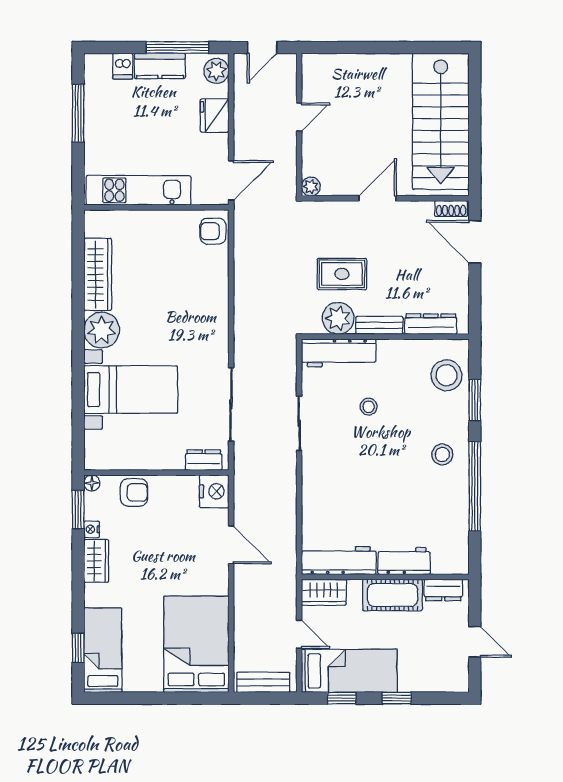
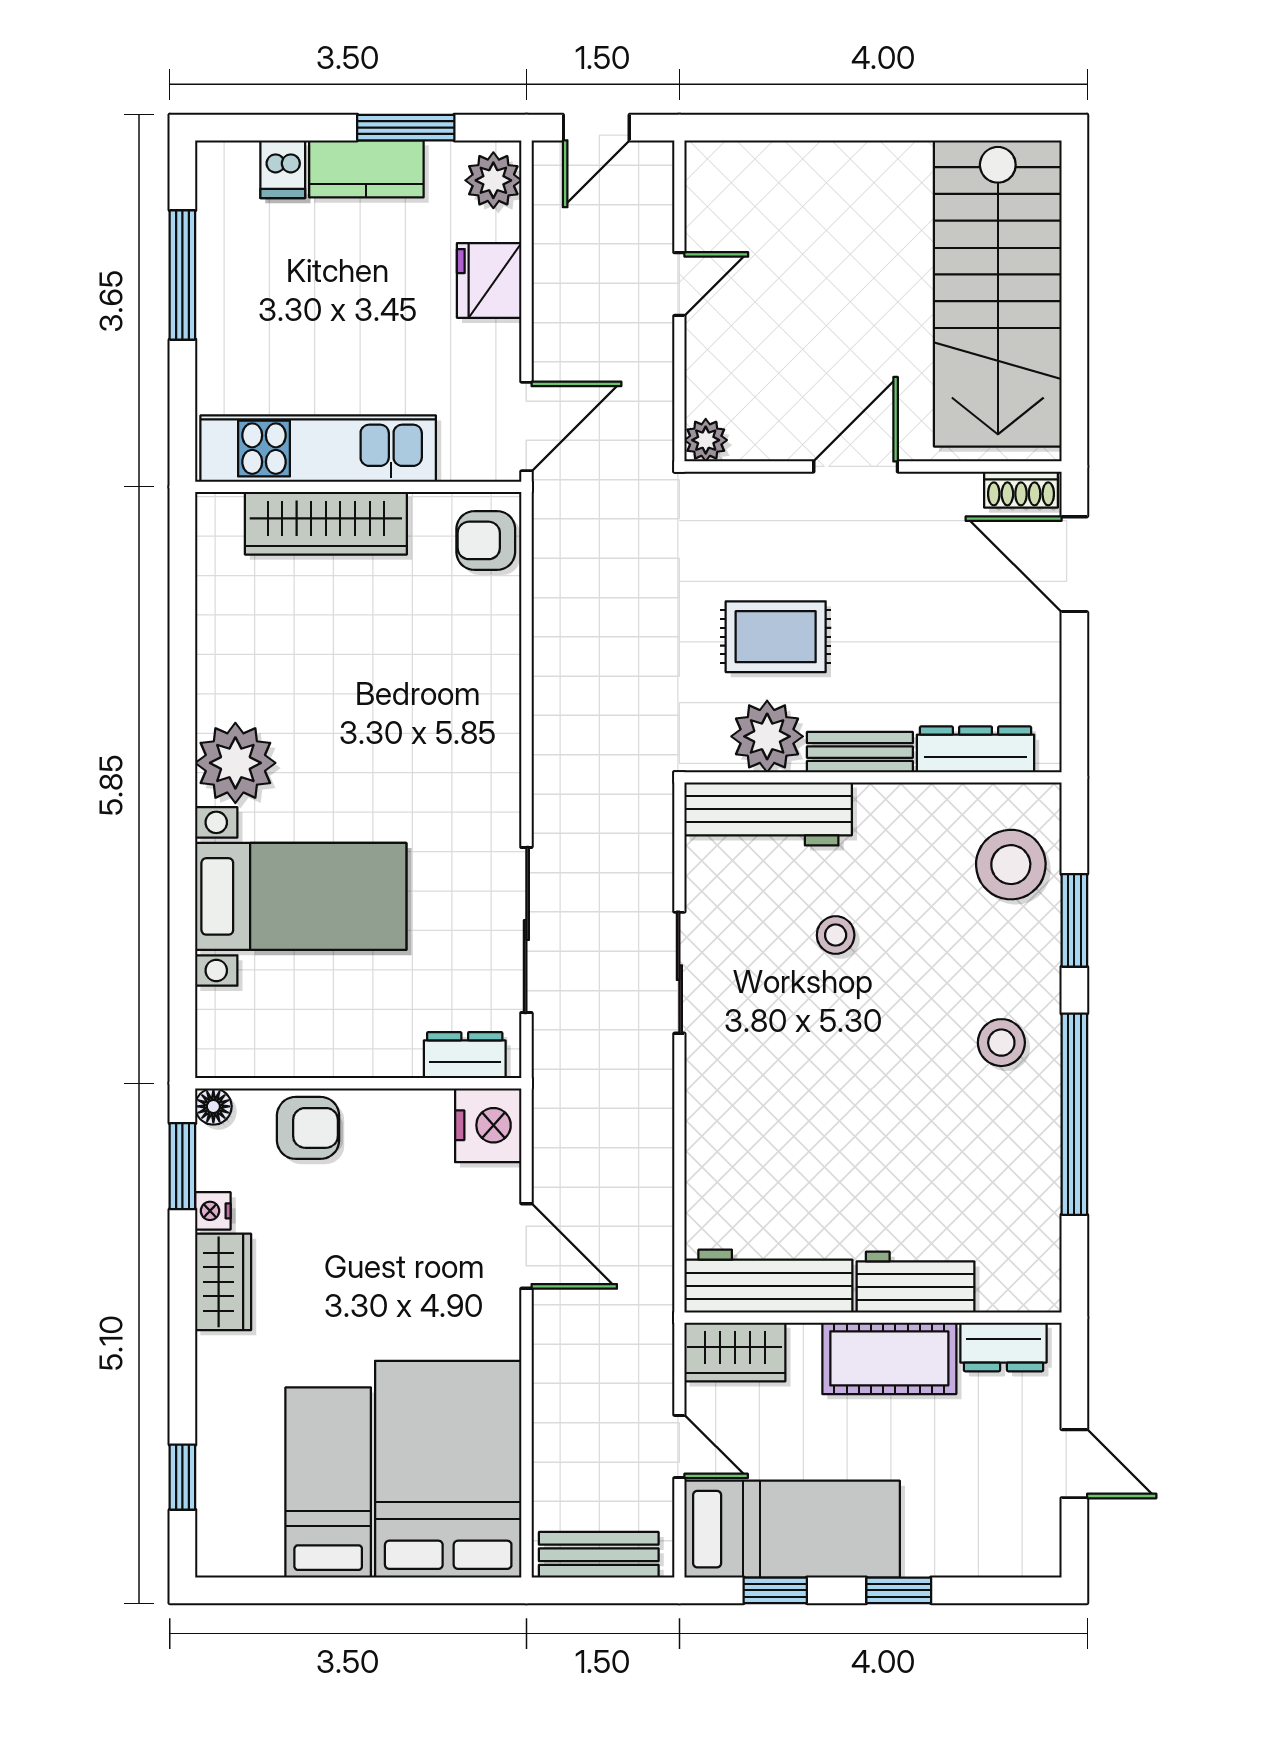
window: (177, 48) -> (406, 128), width x0.69
wardrobe: (98, 274) -> (326, 523), moved, turned 90
bed: (103, 650) -> (328, 1483), moved

